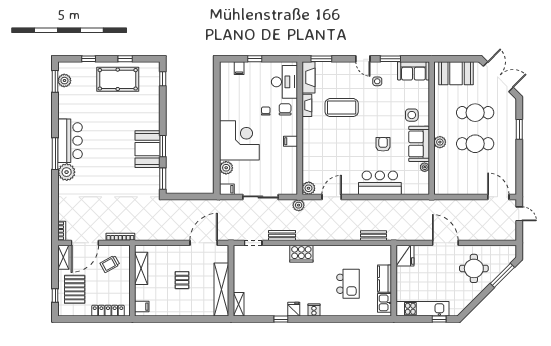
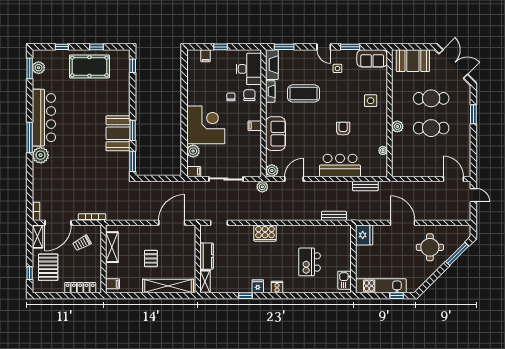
bar counter: (70, 141) -> (44, 118), width x1.36
sofa: (419, 144) -> (275, 134), moved, turned 180
bench: (282, 235) -> (365, 186), moved
kitchen counter: (385, 279) -> (207, 256), moved, turned 180
kitchen island: (348, 284) -> (310, 262), turned 180
shelving: (221, 290) -> (168, 286), moved, turned 90

